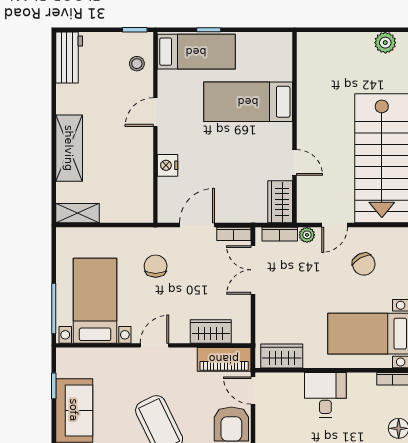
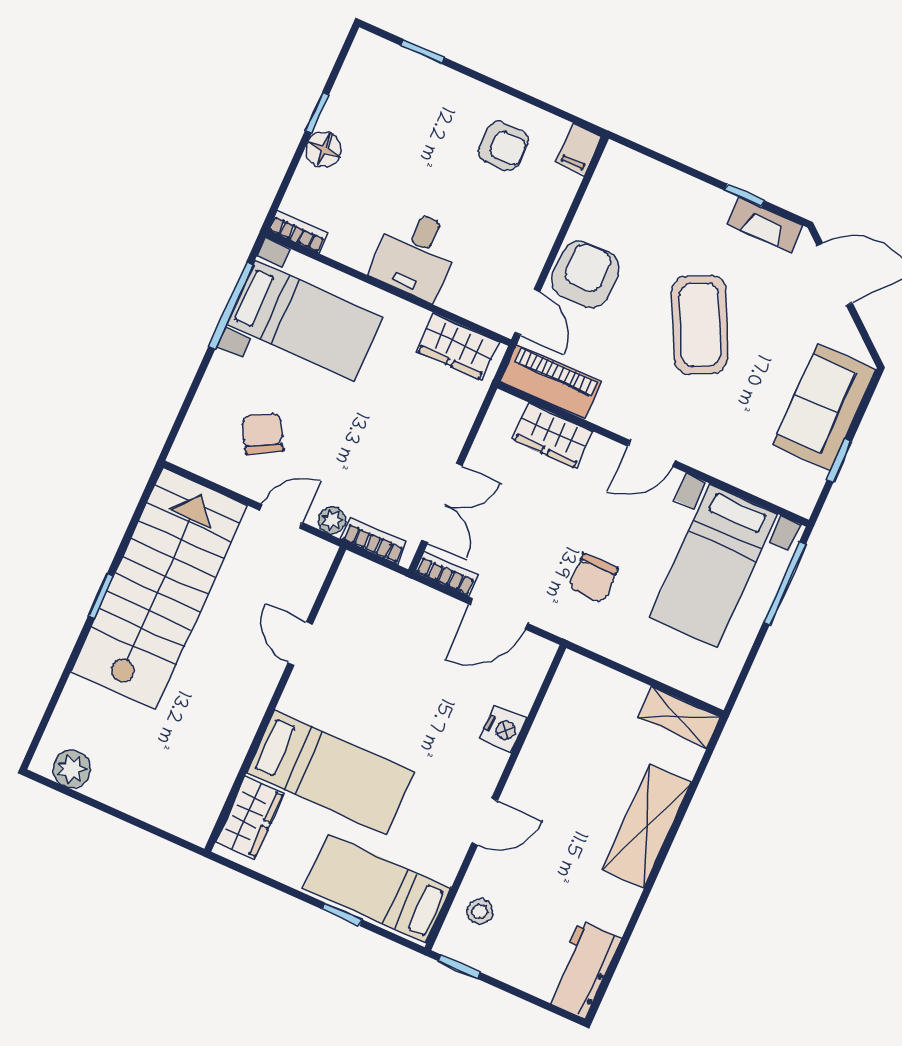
wardrobe: (280, 202) -> (250, 817), moved

